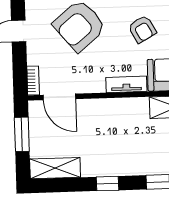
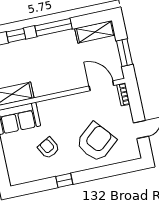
tv unit: (126, 84) -> (53, 104), removed
window: (108, 184) -> (54, 27), width x2.17

